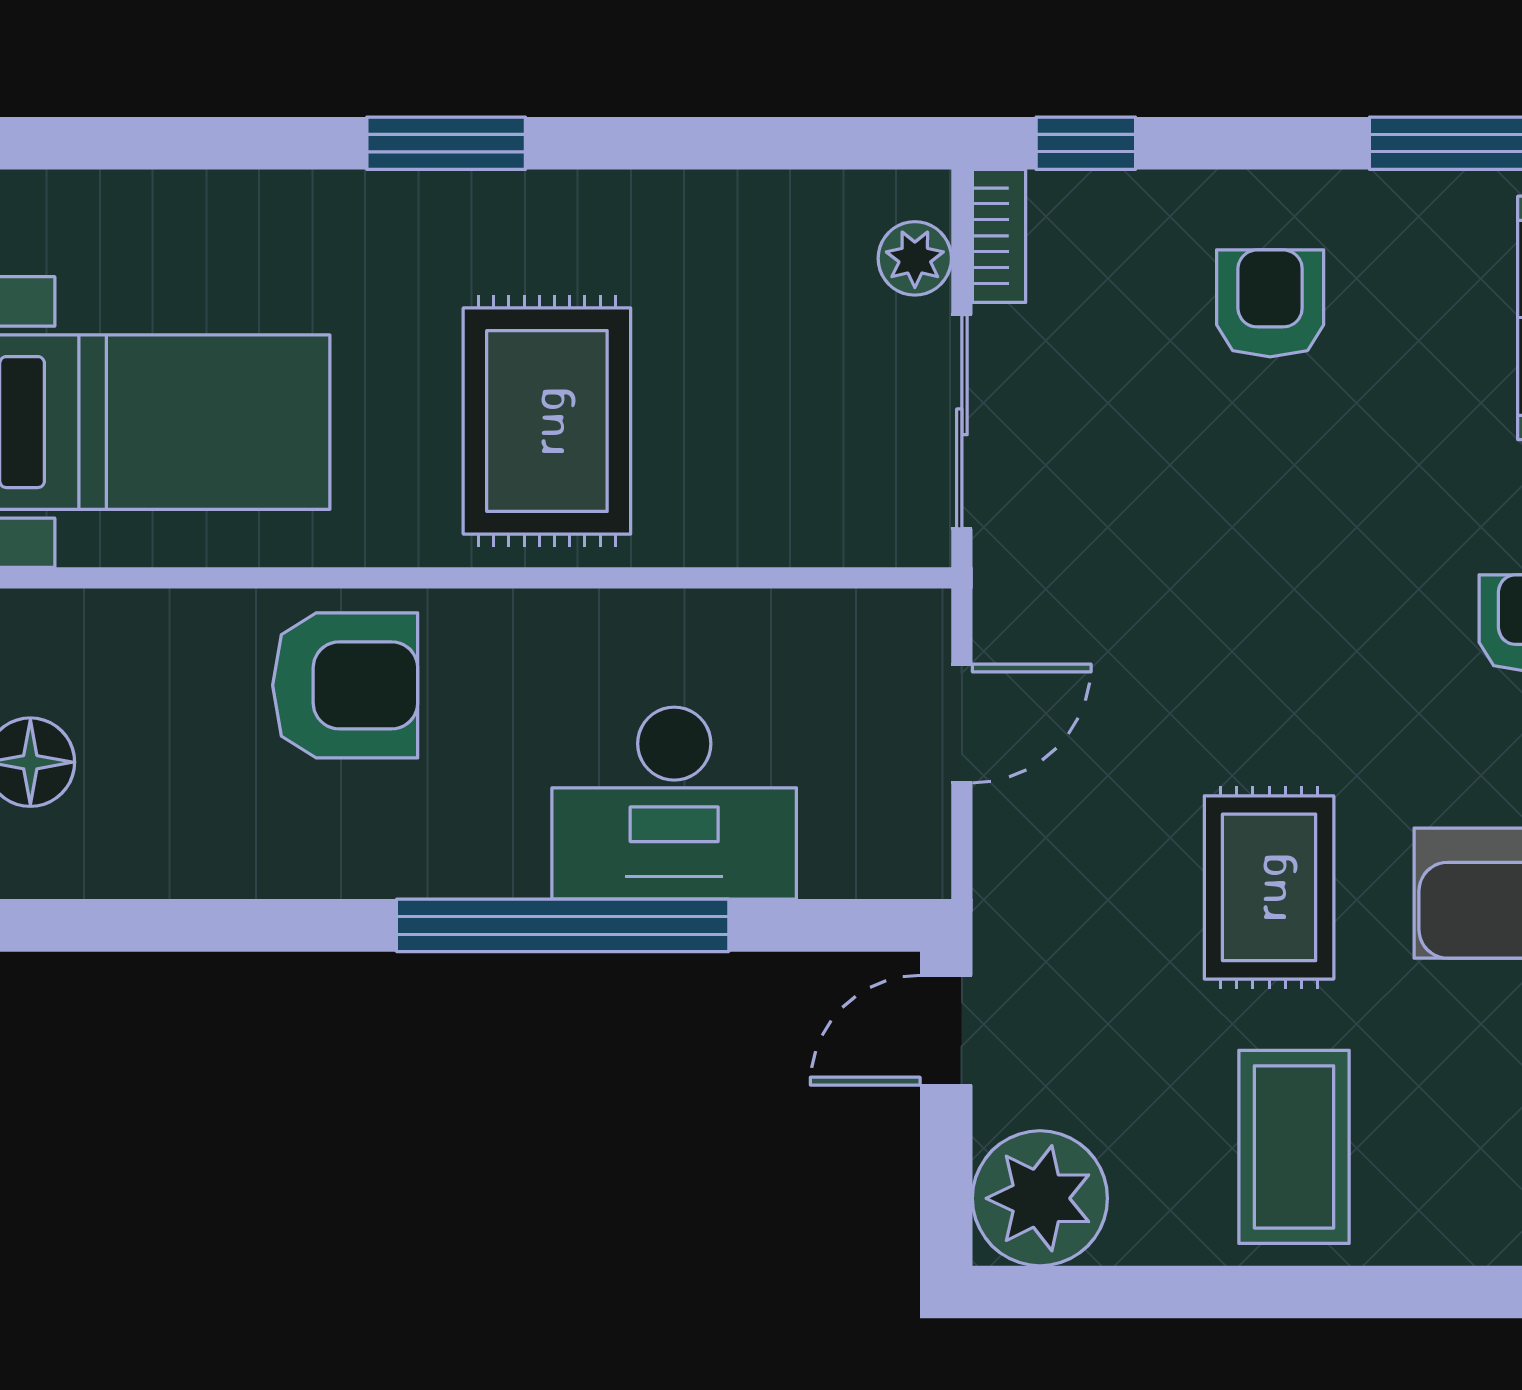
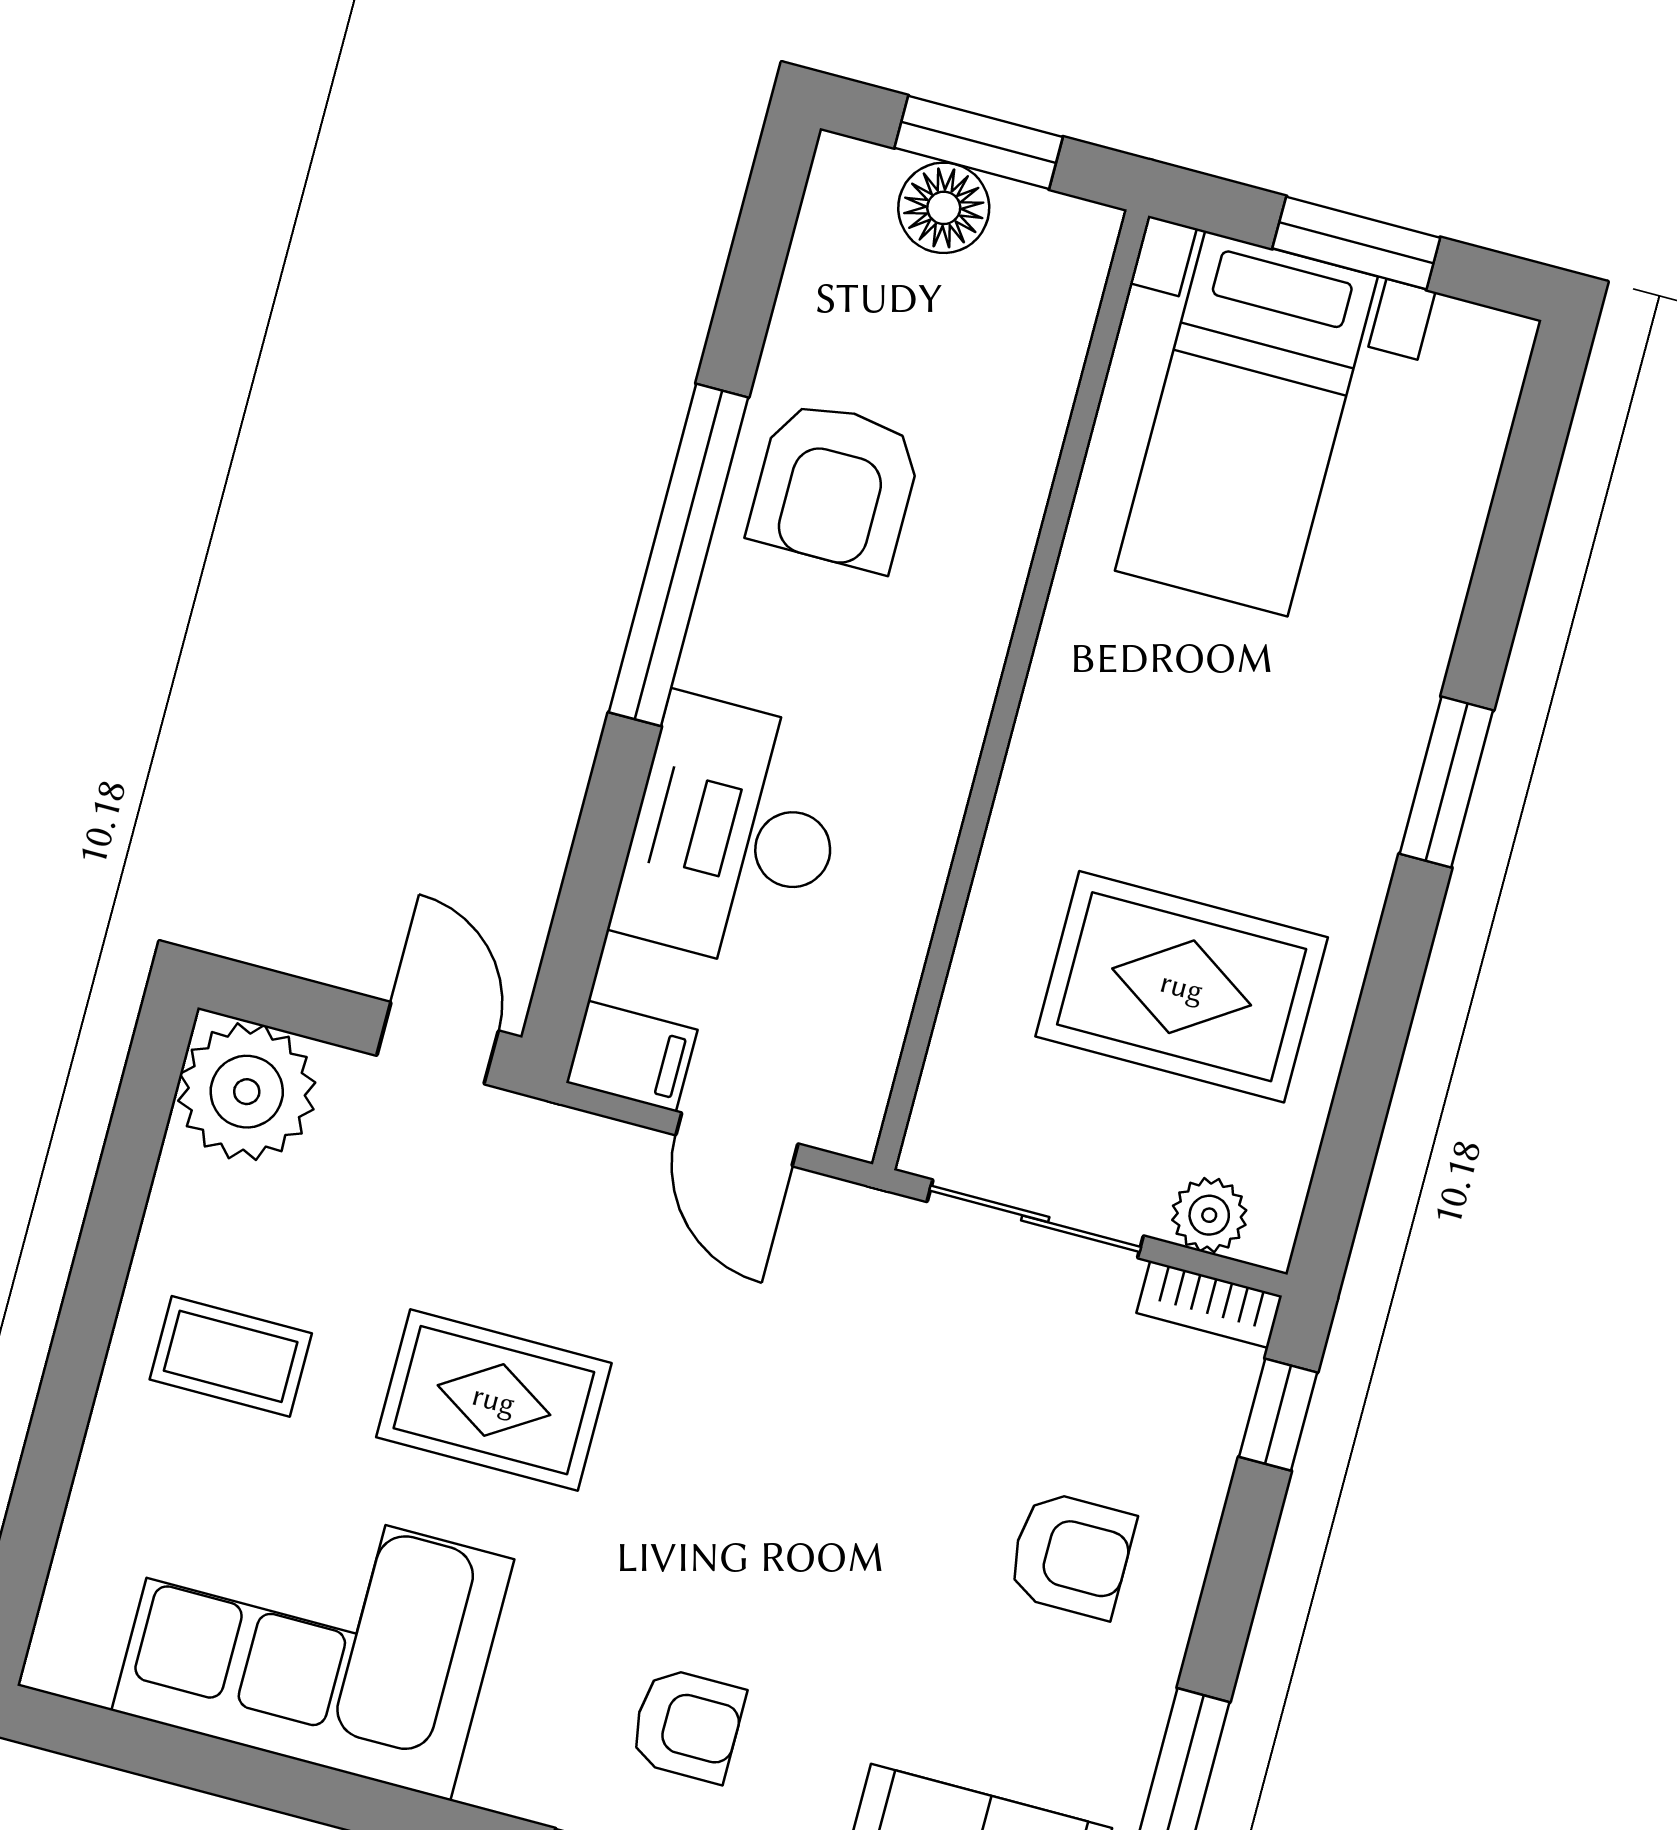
rug: (547, 421) -> (1182, 987), moved
armchair: (345, 685) -> (835, 485), moved
filing cabinet: (910, 844) -> (632, 1056), added
window: (563, 925) -> (679, 555), moved
coffee table: (1294, 1147) -> (231, 1356), width x0.73, depth x0.77

